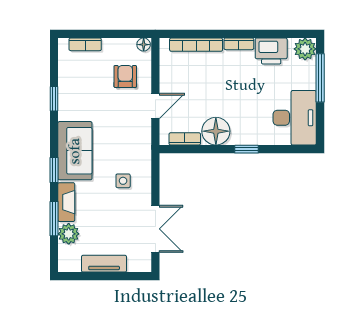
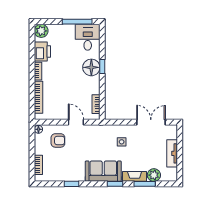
armchair: (125, 76) -> (58, 140), turned 180
window: (320, 78) -> (77, 22), moved
desk: (295, 118) -> (88, 37), width x0.73
floor lamp: (216, 131) -> (91, 67), moved

